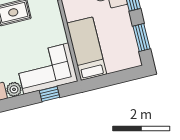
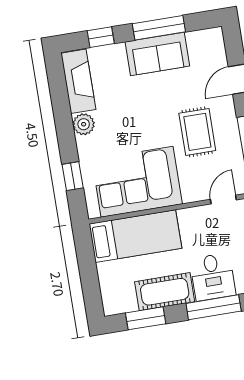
cot: (123, 26) -> (165, 292), added
corner sofa: (46, 69) -> (137, 182), moved, turned -90

